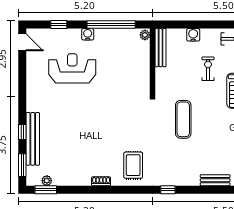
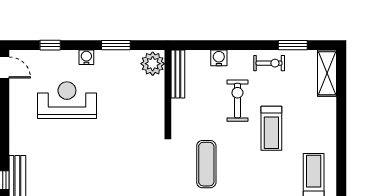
window: (111, 25) -> (116, 45), width x0.47
plant: (145, 35) -> (153, 64), width x1.87, depth x1.87
exercise bike: (208, 69) -> (237, 101), width x1.38, depth x1.39

